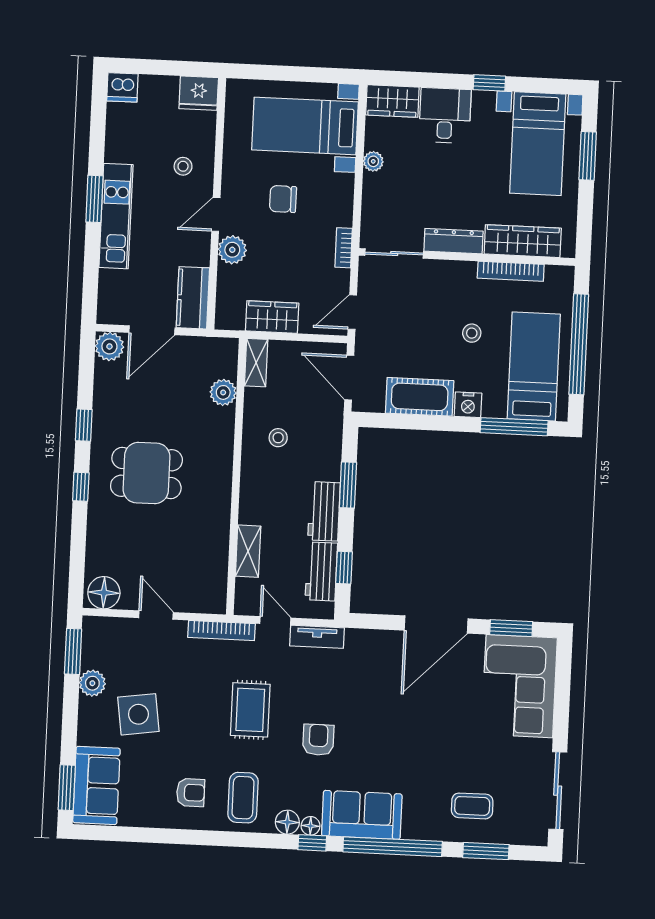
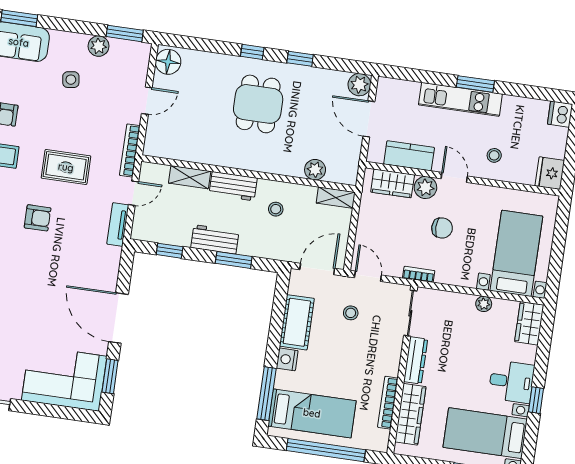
desk: (445, 115) -> (511, 382), moved
chair: (283, 199) -> (442, 228), moved, turned 90
kitchen counter: (193, 298) -> (409, 156), moved
wardrobe: (272, 317) -> (393, 183), moved, turned 90
stool: (472, 333) -> (351, 313), moved
workbench: (321, 571) -> (233, 186), moved, turned 180
side table: (138, 714) -> (71, 80), width x0.54, depth x0.54

